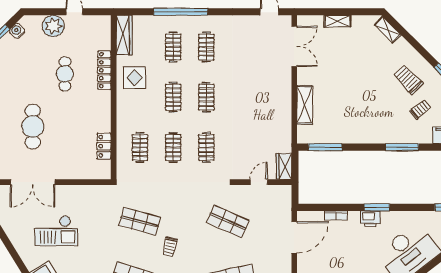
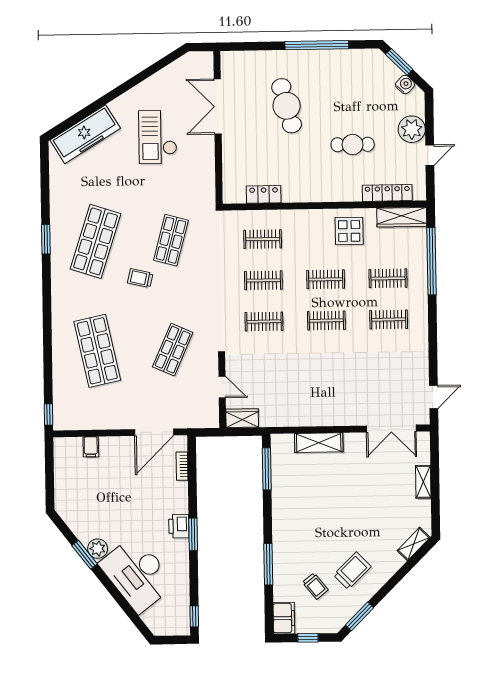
window: (181, 12) -> (431, 261), moved
locker: (104, 70) -> (387, 193), moved
cafe table: (33, 127) -> (287, 106), turned 75
bookcase: (336, 215) -> (182, 466), moved
door: (294, 237) -> (154, 432), hinge flipped

